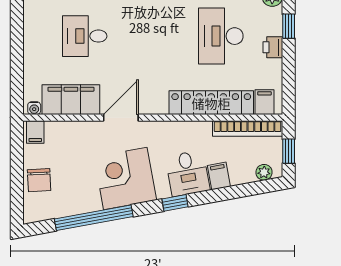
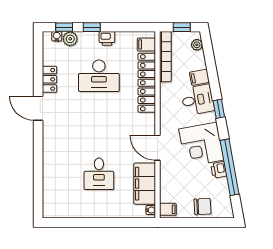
printer: (90, 203) -> (219, 170), added

